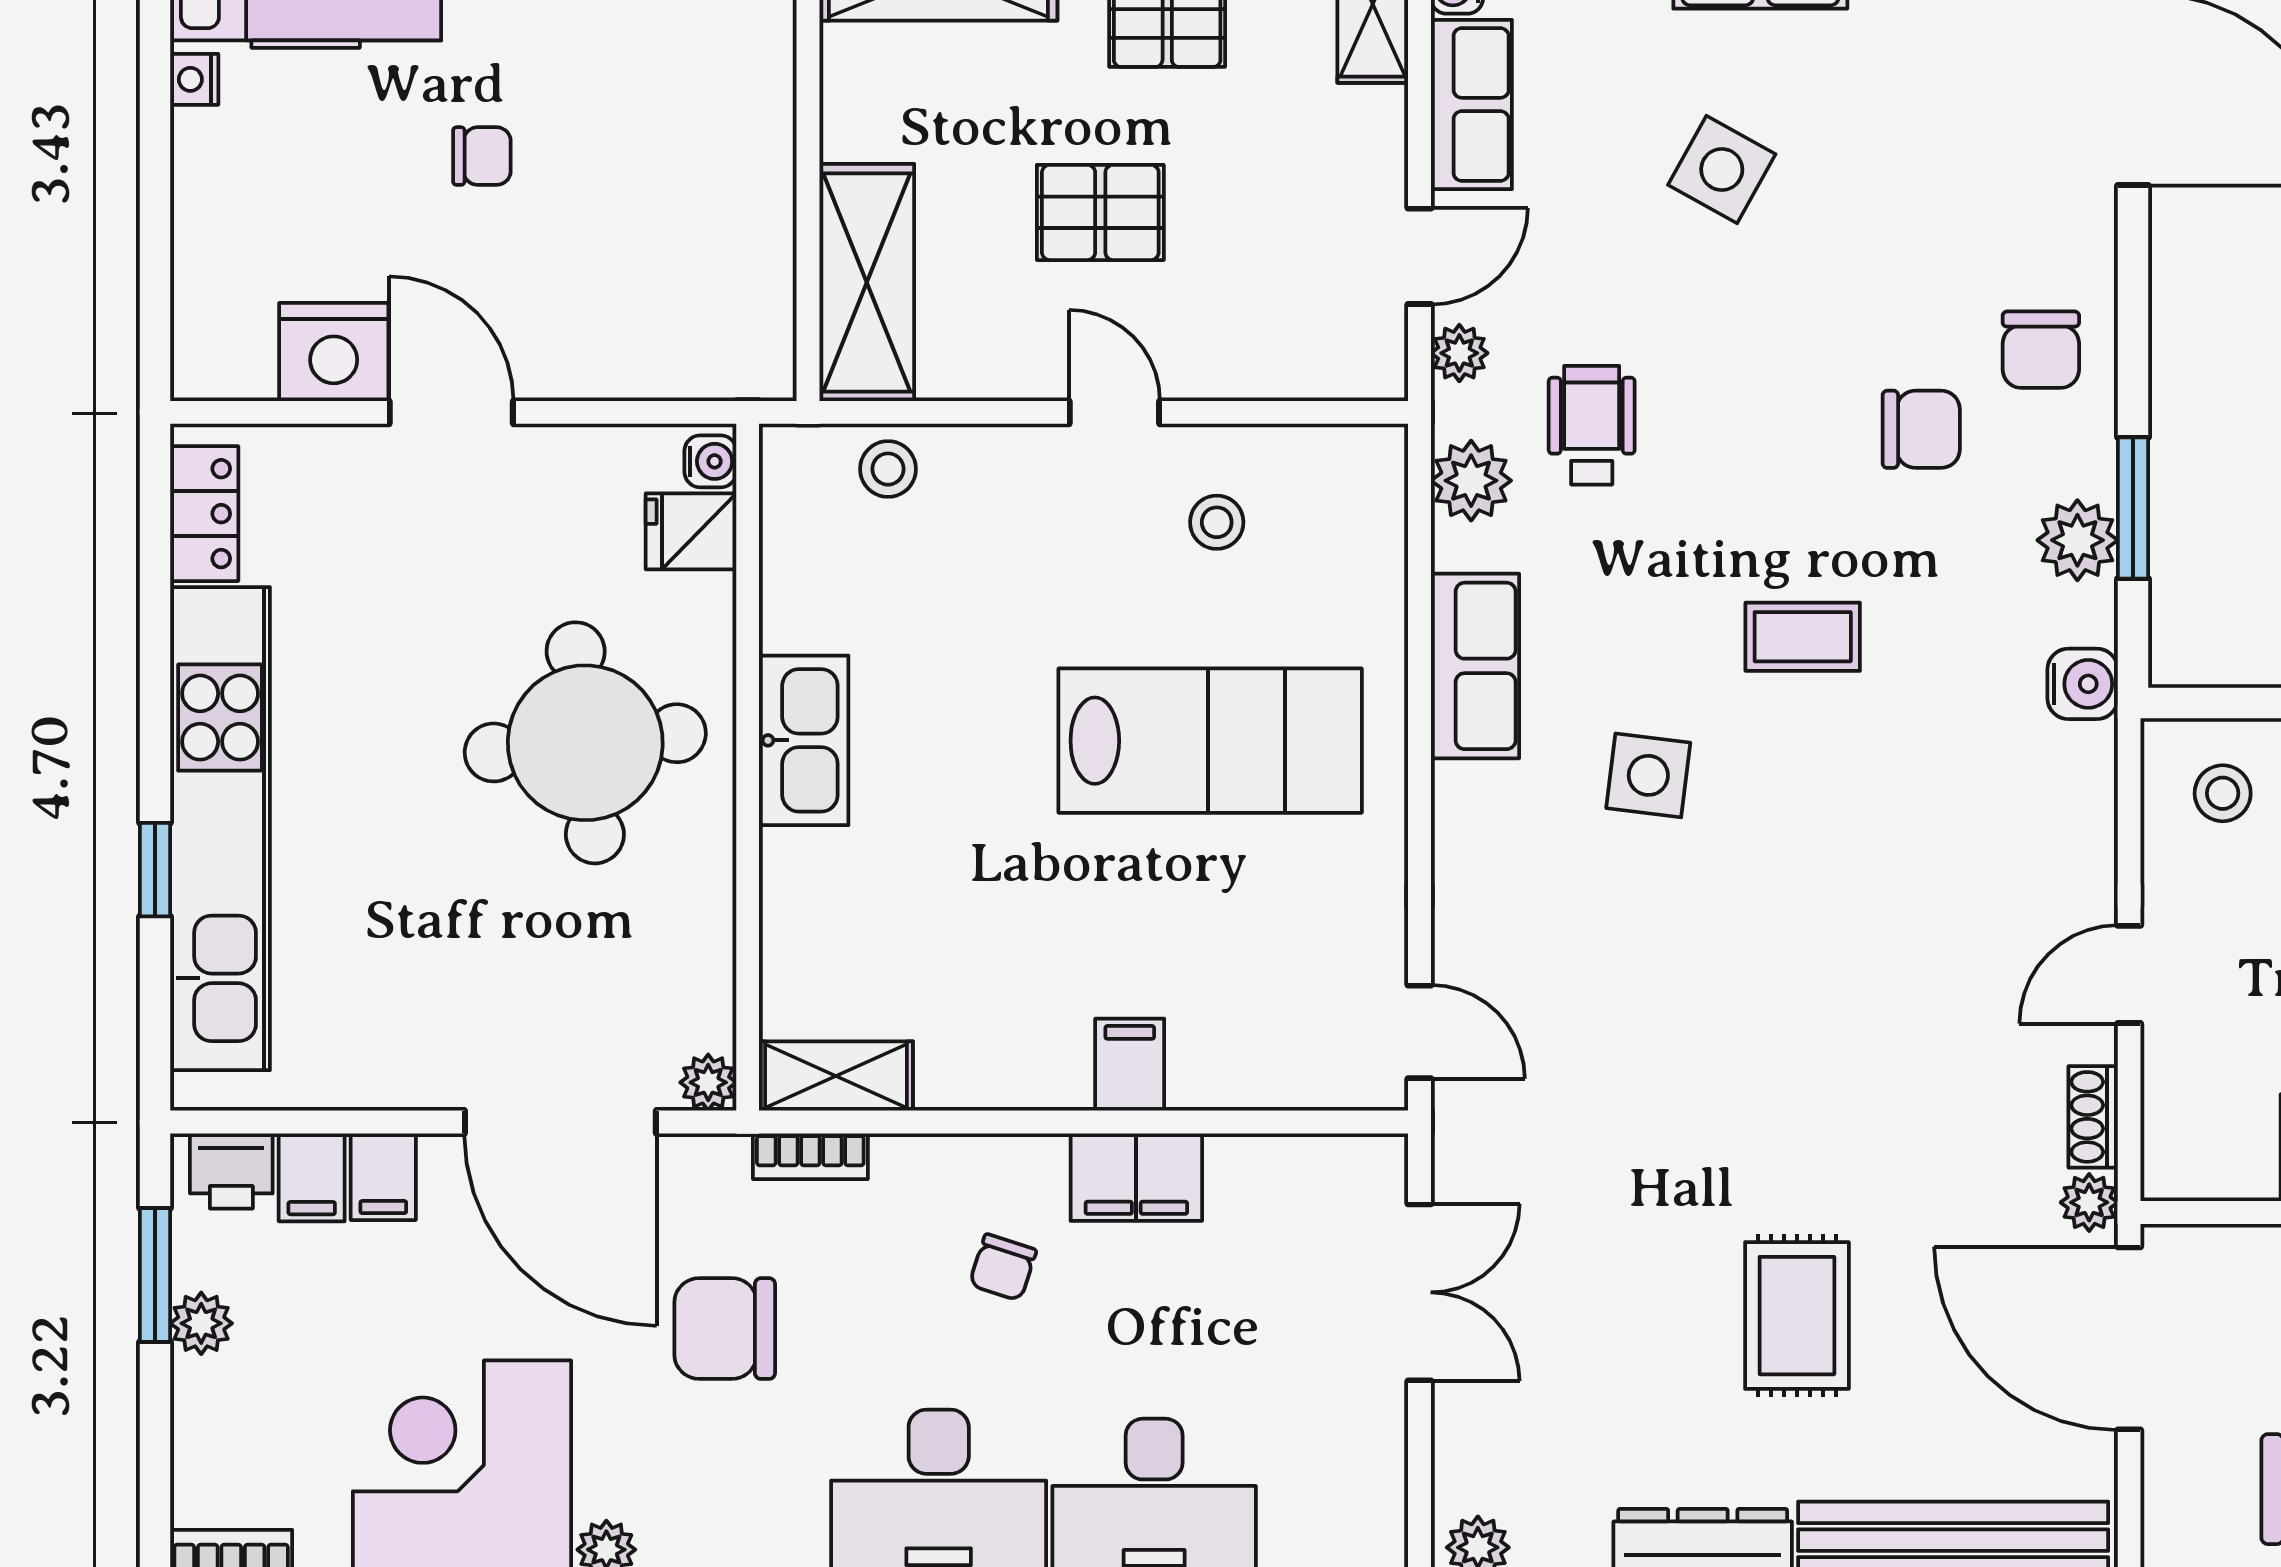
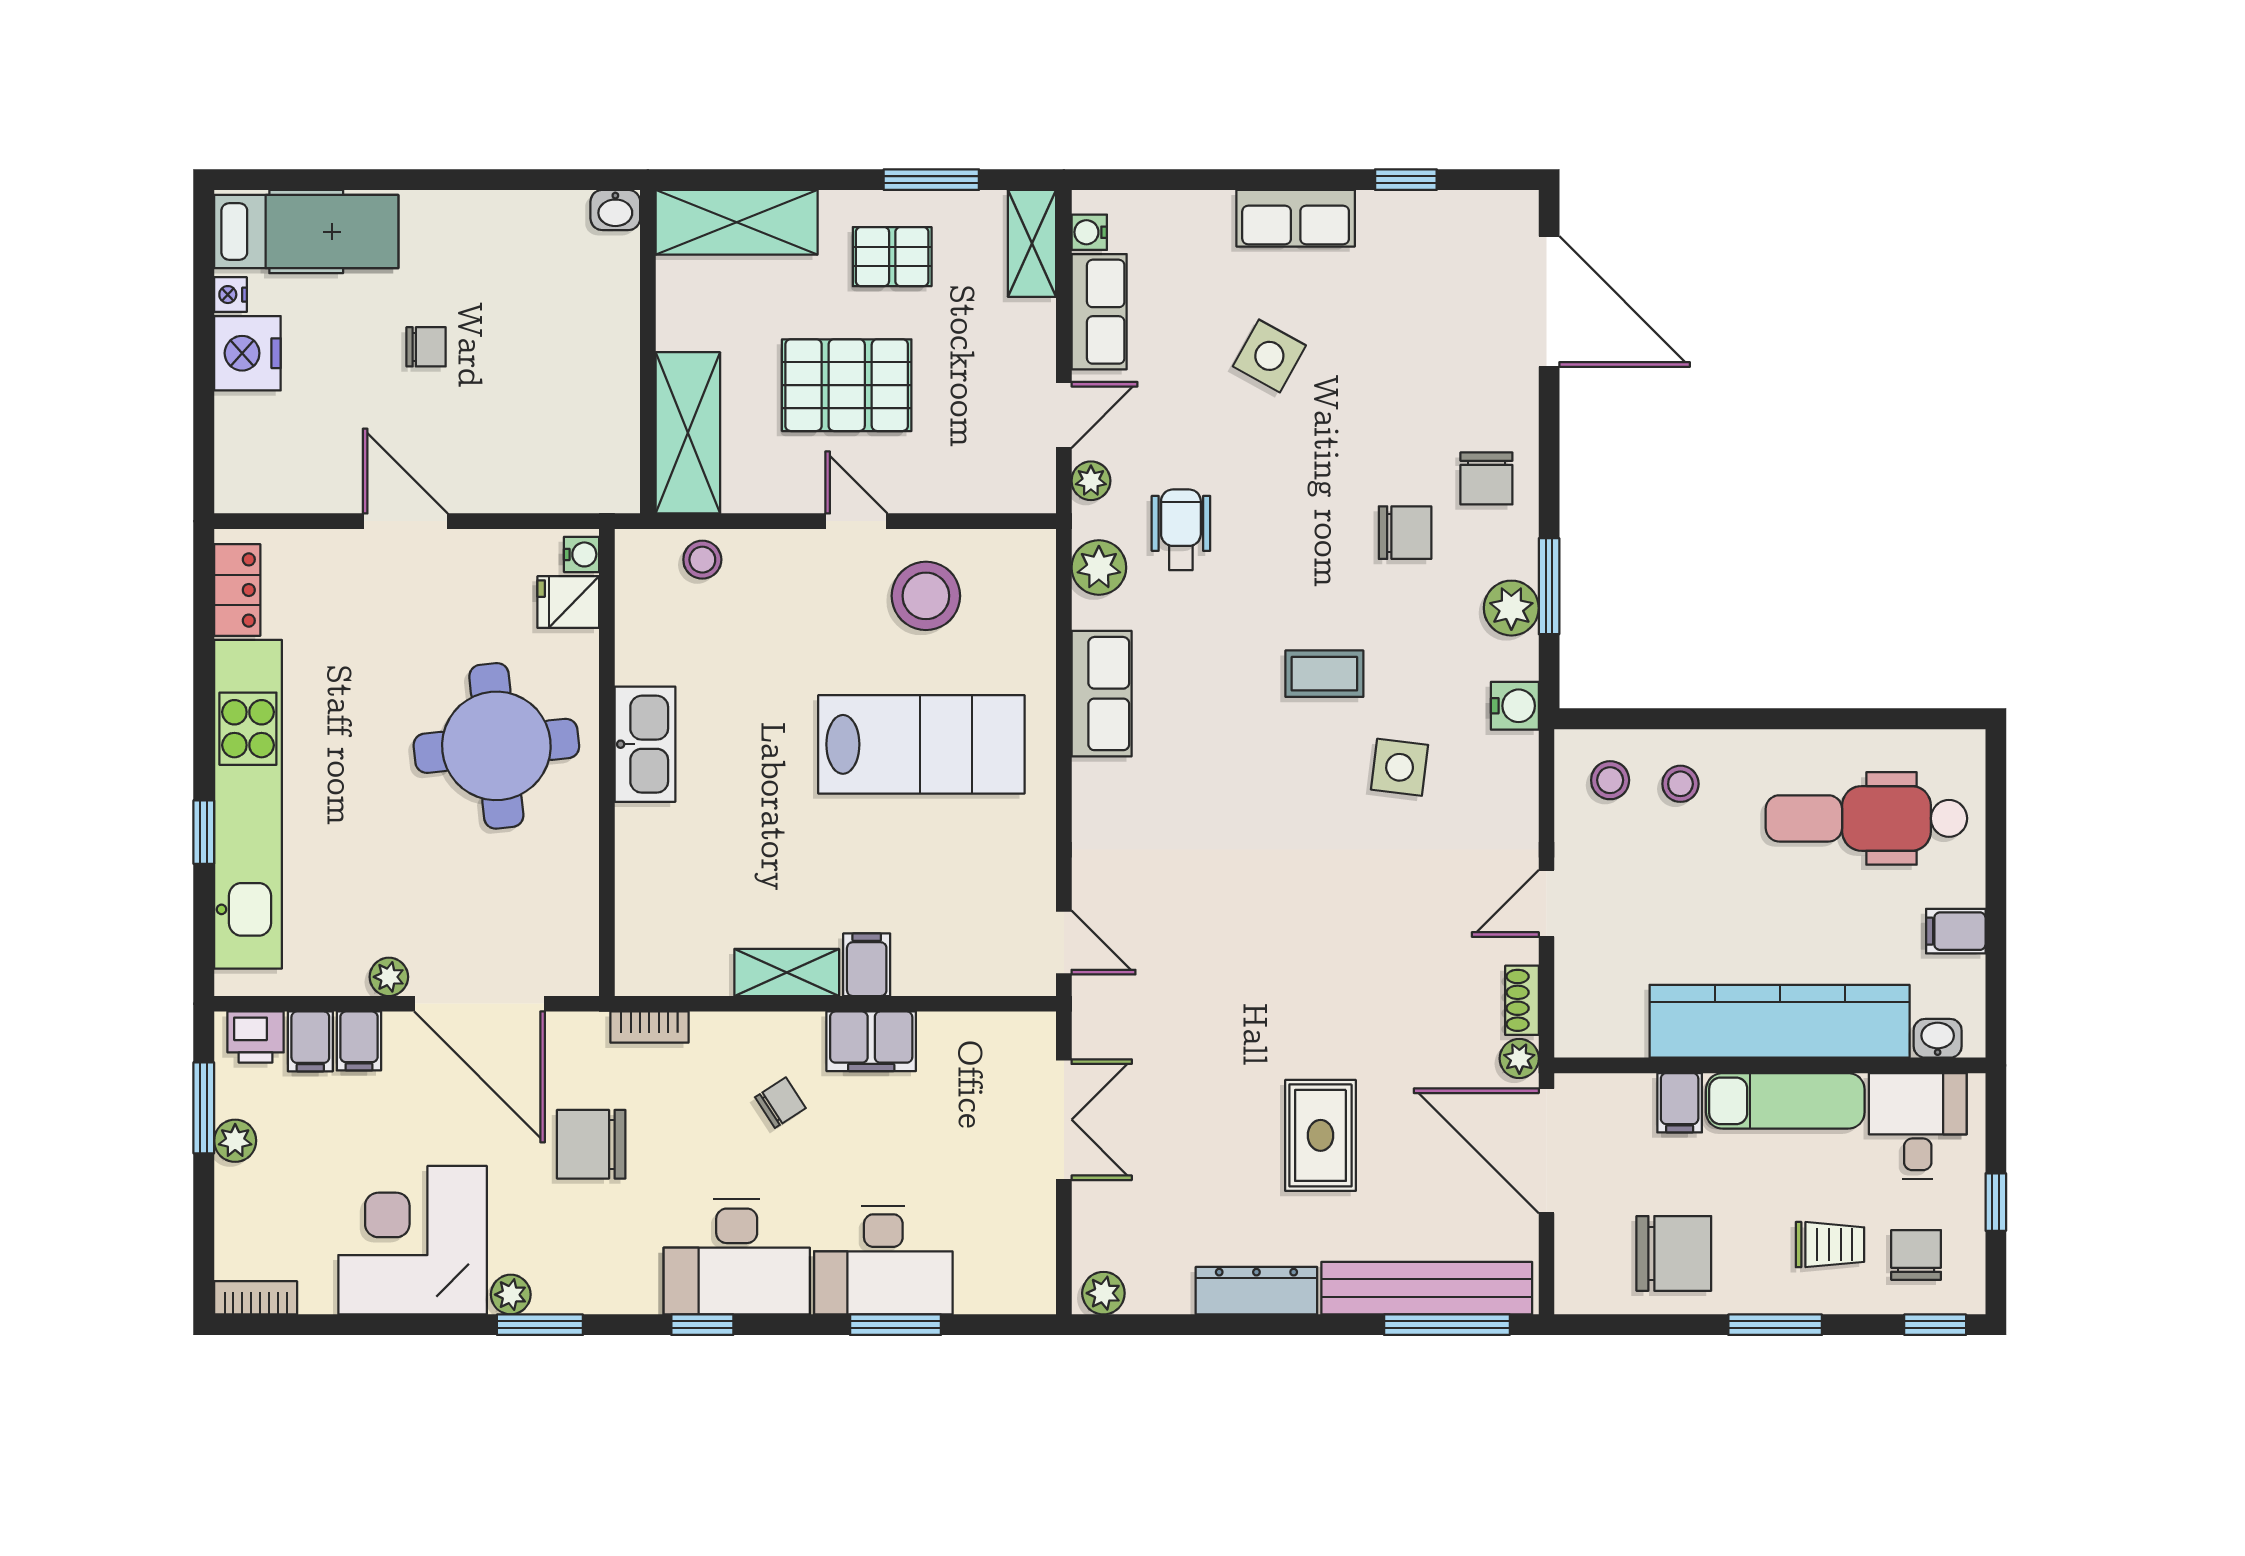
pallet: (1100, 212) -> (847, 385), width x1.50, depth x1.42
nightstand: (334, 352) -> (247, 353), moved, turned 90
stool: (1217, 522) -> (926, 596), width x1.89, depth x1.89
side table: (1648, 775) -> (1400, 767), moved
shelving: (836, 1076) -> (787, 972), moved
plant: (708, 1082) -> (389, 977), moved
chair: (1003, 1267) -> (780, 1103), turned -141

